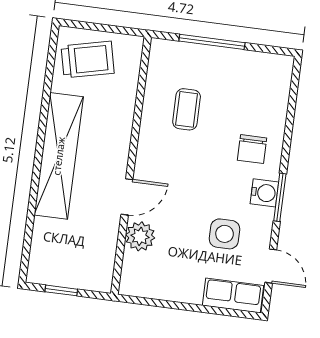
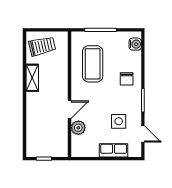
coffee table: (187, 109) -> (93, 64), width x1.86, depth x1.72
shelving: (59, 156) -> (32, 78), width x0.45, depth x0.75
water cooler: (264, 193) -> (135, 44), moved
row of seats: (233, 296) -> (114, 150), moved

